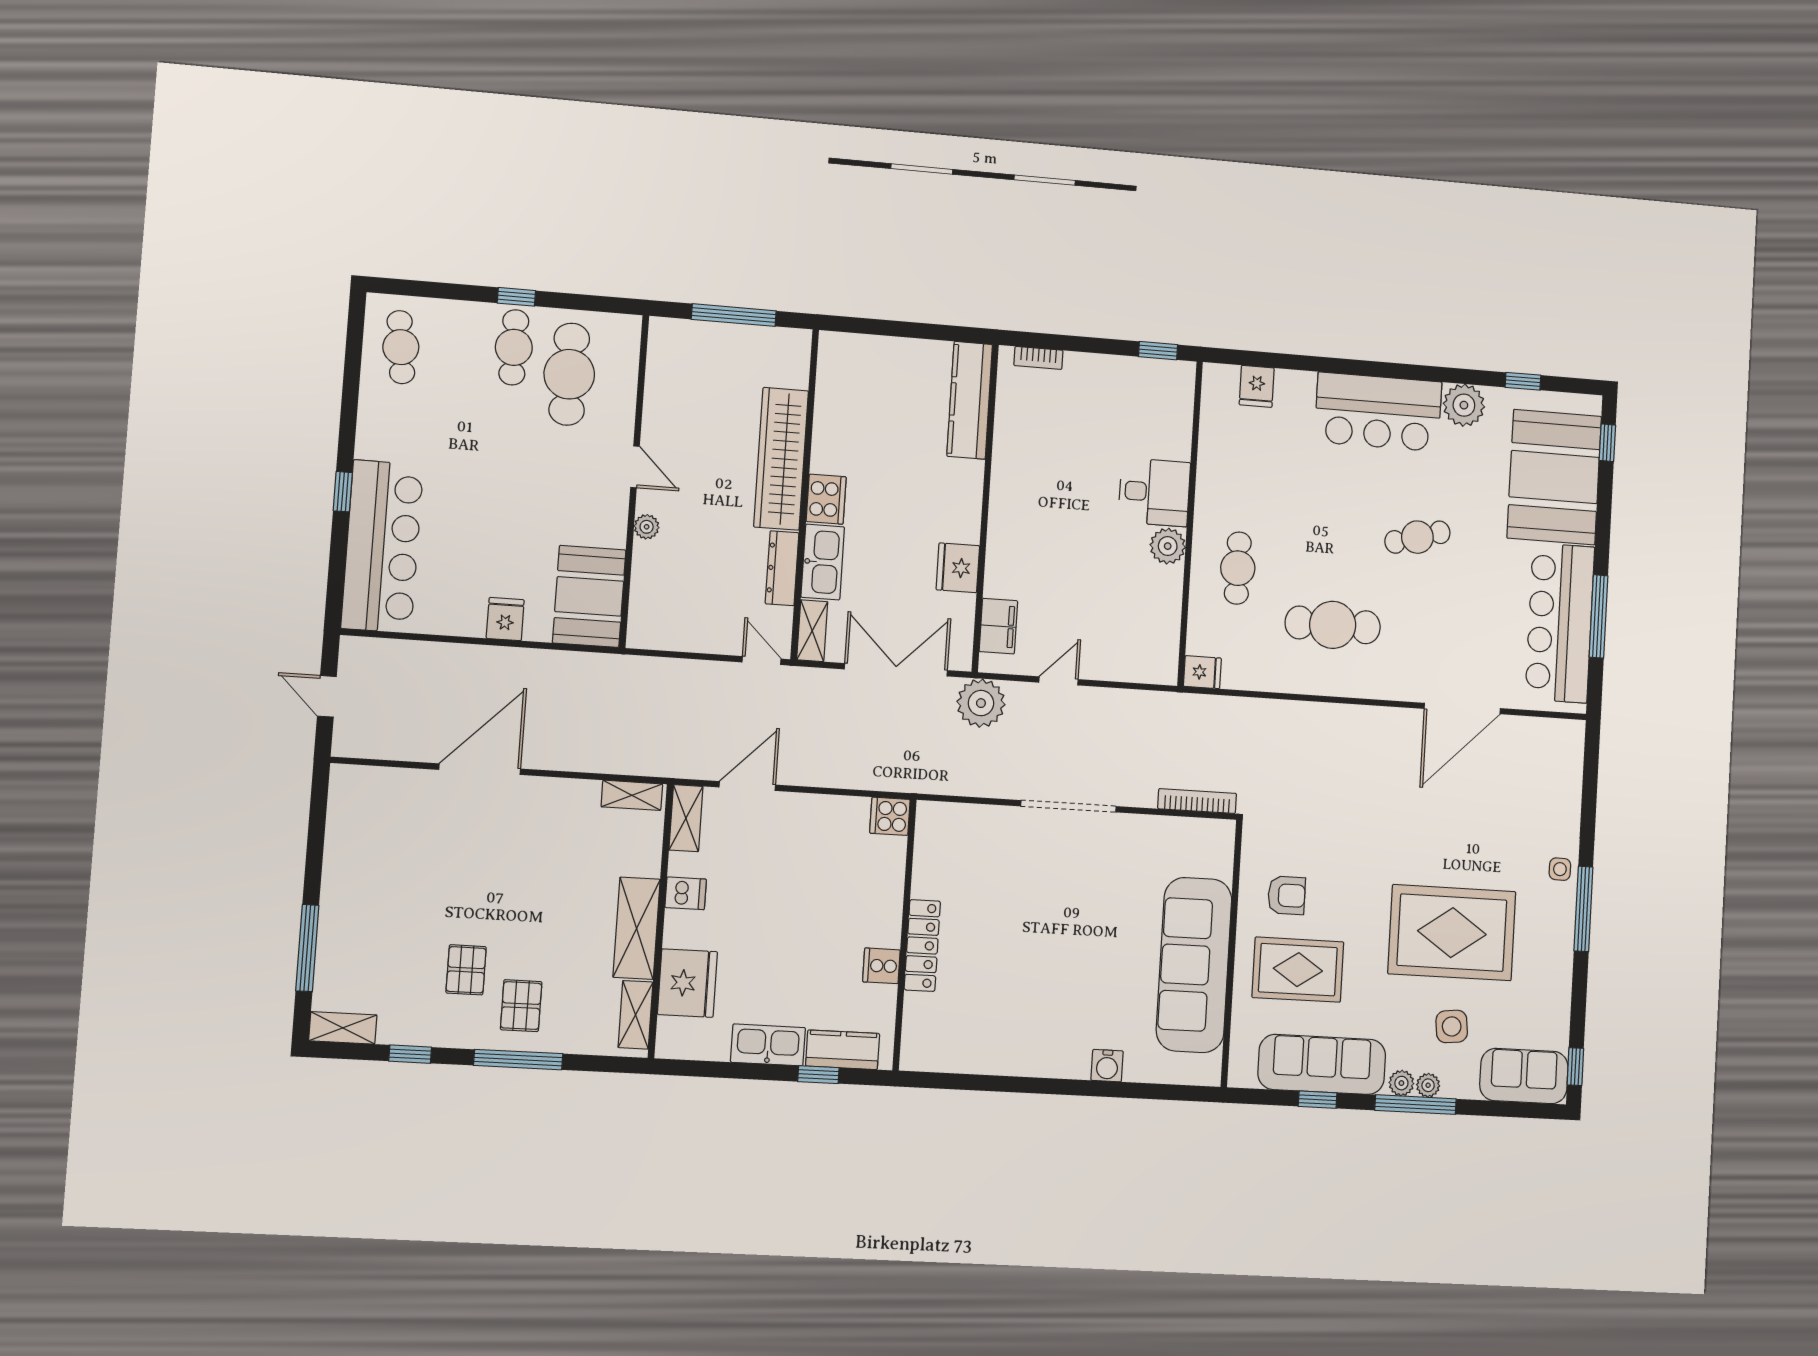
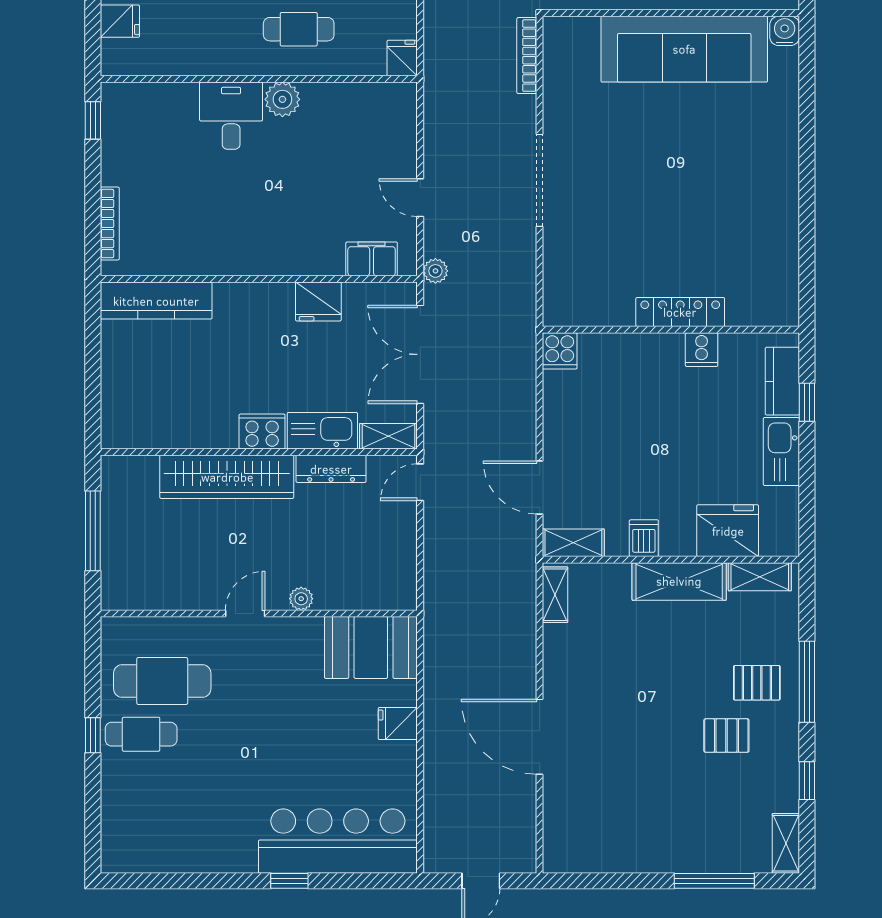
cafe table: (401, 347) -> (150, 838), removed
bookcase: (1038, 358) -> (110, 224), width x1.56
plant: (981, 703) -> (435, 271), width x0.53, depth x0.53
water cooler: (1107, 1066) -> (785, 31), moved, turned -90

